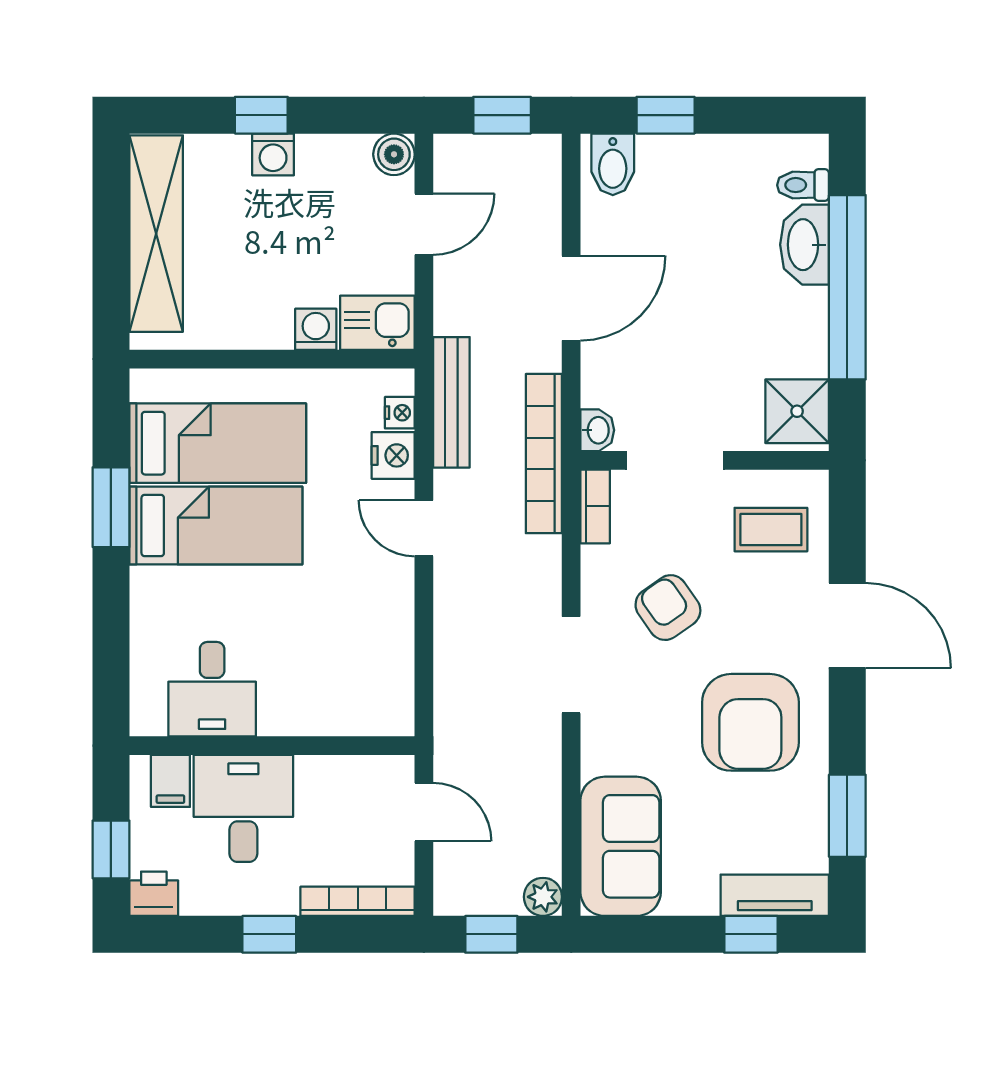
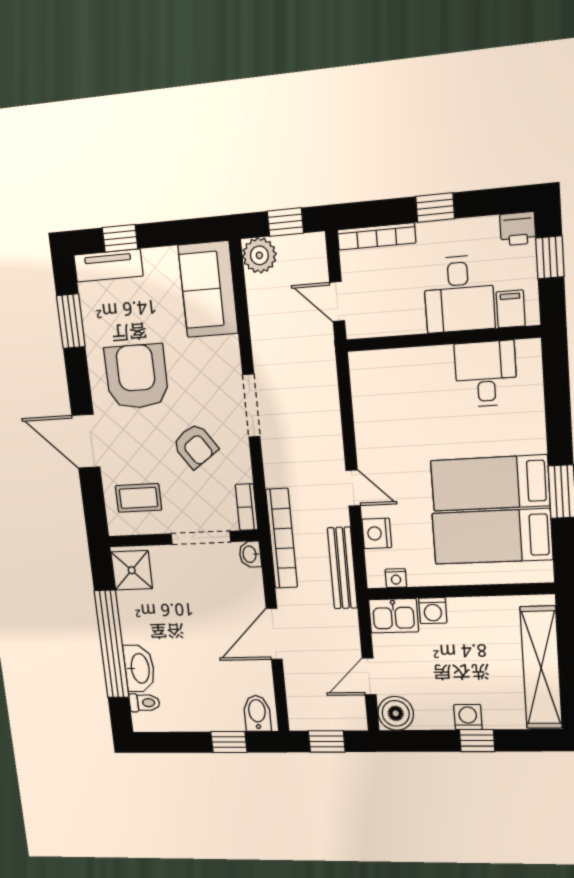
boiler: (394, 154) -> (396, 713), width x1.36, depth x1.36
nightstand: (400, 413) -> (396, 578), moved, turned -90
plant: (543, 897) -> (259, 255), width x1.38, depth x1.38

